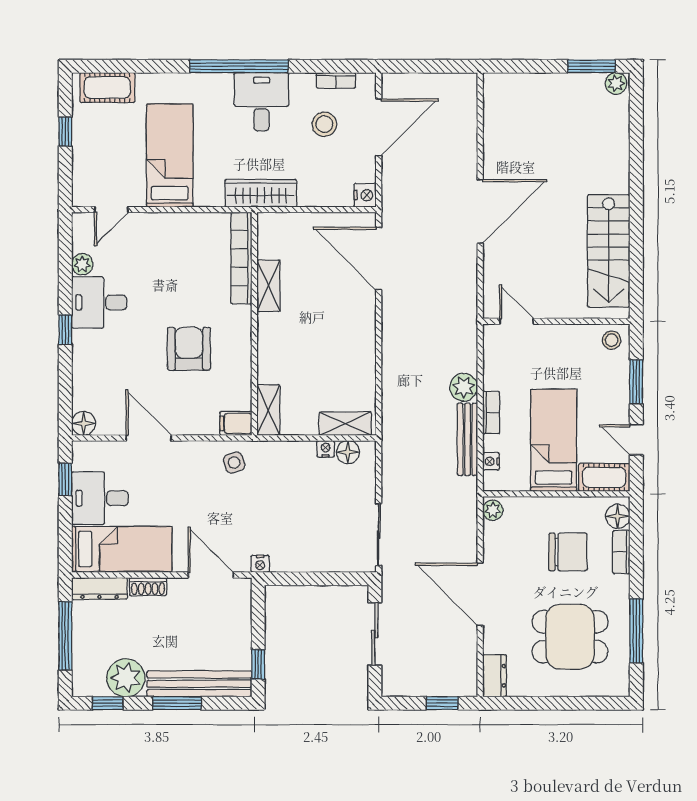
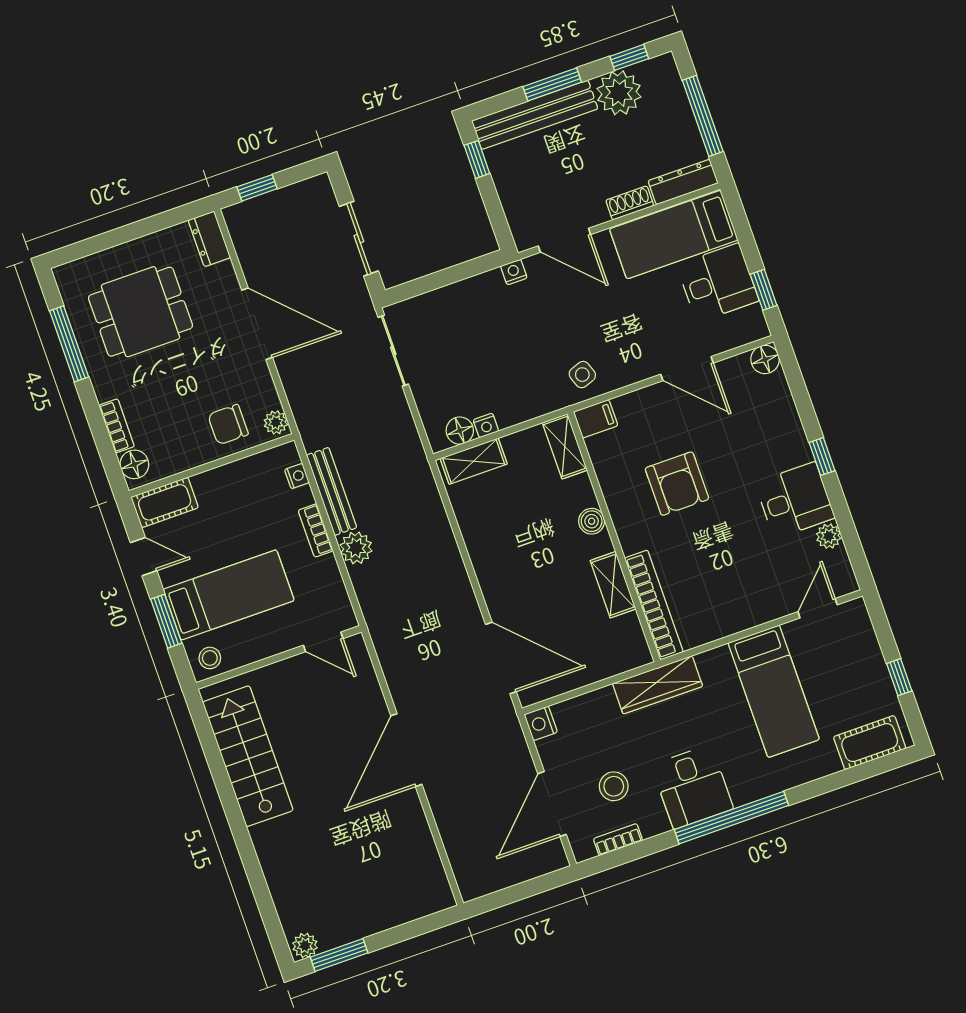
boiler: (268, 343) -> (592, 521), added
bed: (554, 440) -> (229, 595), moved, turned -90
chair: (568, 552) -> (228, 425), moved, width x0.73, depth x0.73

